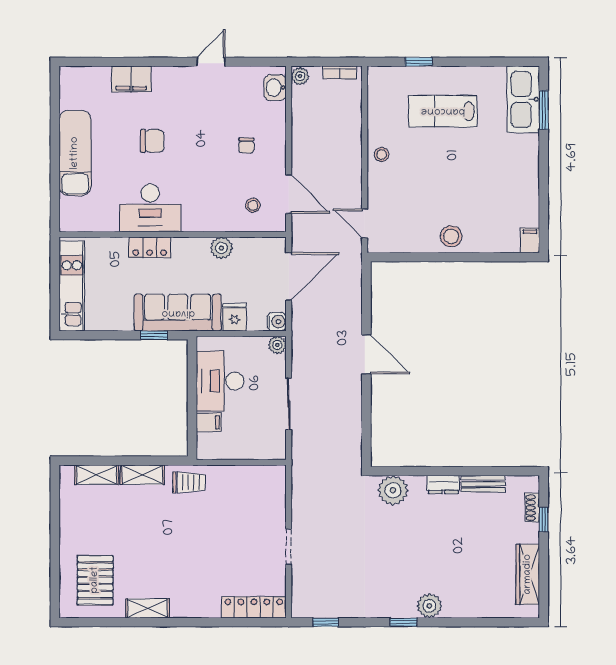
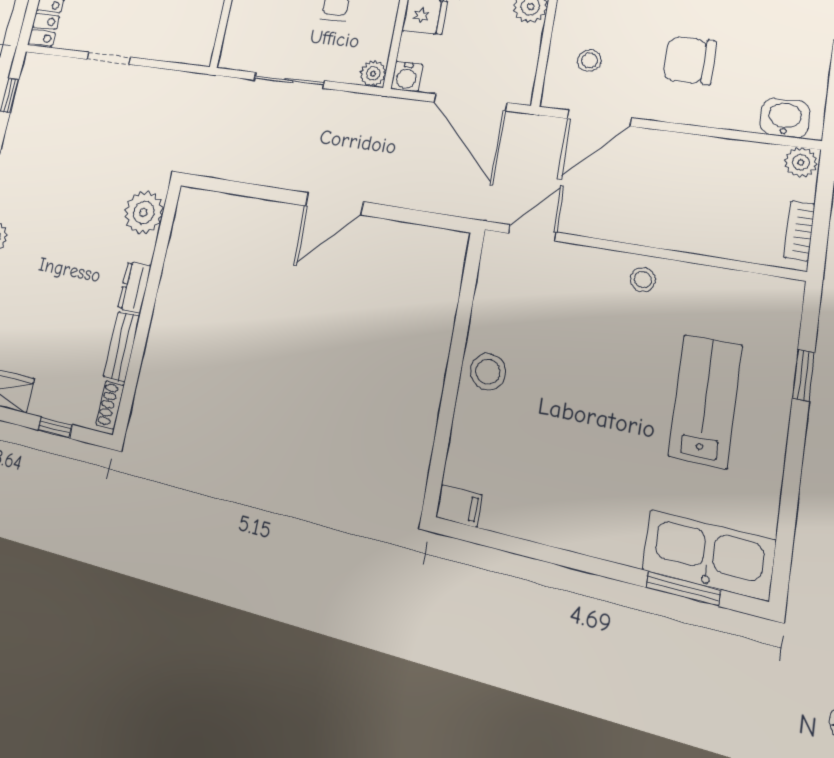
chair: (246, 146) -> (690, 60), width x1.87, depth x1.87
shoe rack: (532, 508) -> (110, 405), moved, turned -90

